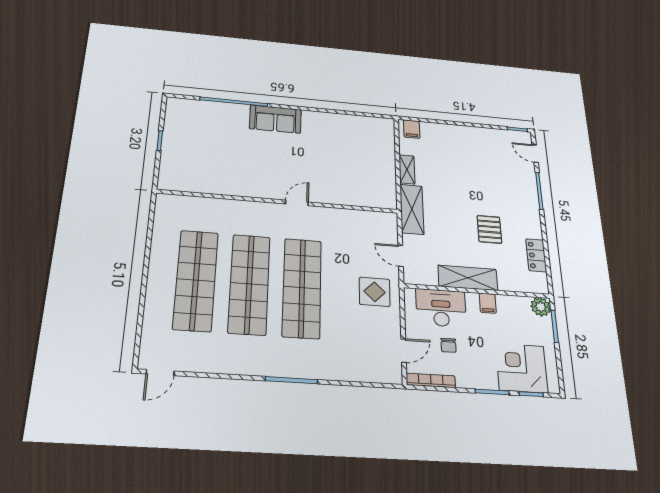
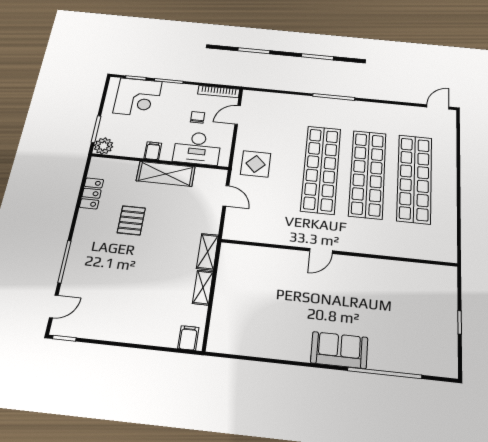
door: (535, 154) -> (54, 306), hinge flipped
shelving: (412, 209) -> (208, 252), width x0.67, depth x0.75

